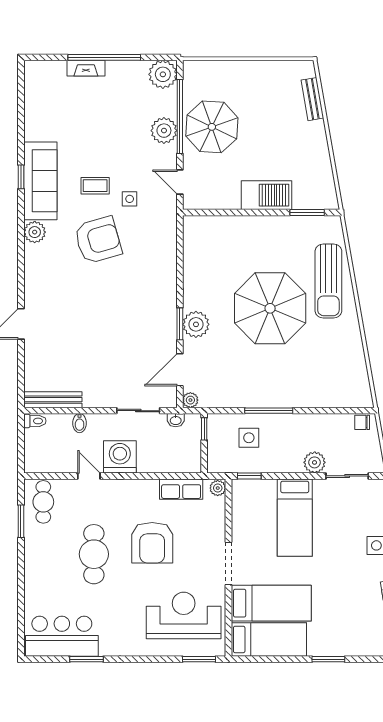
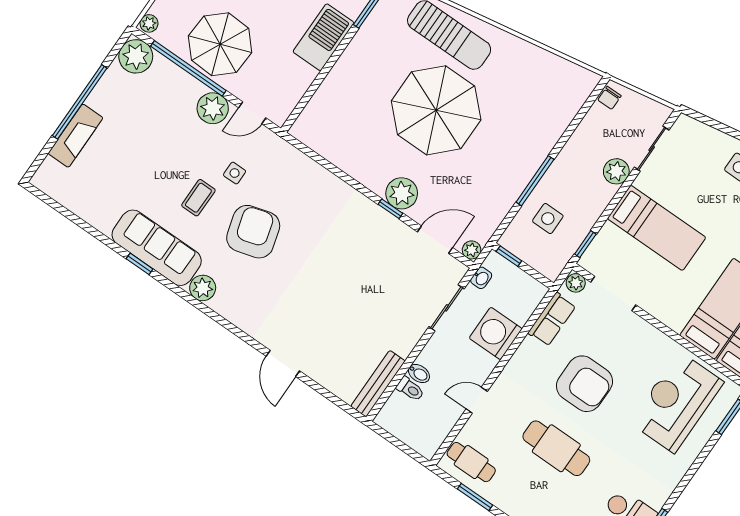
fireplace: (86, 68) -> (76, 136), width x1.37, depth x1.32
plant: (192, 68) -> (149, 23), added
plant: (164, 131) -> (213, 108), moved
window: (180, 324) -> (390, 209), width x0.67
door: (180, 370) -> (435, 240), swing flipped
toilet: (35, 421) -> (410, 389), moved, turned 90
washing machine: (120, 457) -> (496, 333), moved
doorway: (228, 564) -> (613, 293), moved

